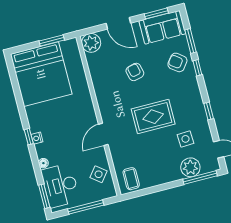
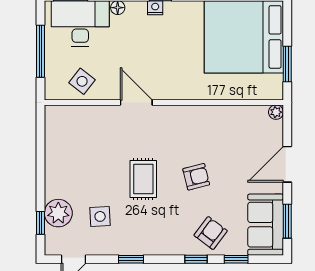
window: (191, 41) -> (236, 259), width x0.67
plant: (91, 43) -> (276, 112), width x0.53, depth x0.53
armchair: (135, 72) -> (196, 177), moved
rug: (153, 117) -> (143, 179), width x0.73, depth x0.70
window: (200, 177) -> (40, 223), width x0.46
coffee table: (131, 179) -> (64, 126), removed

